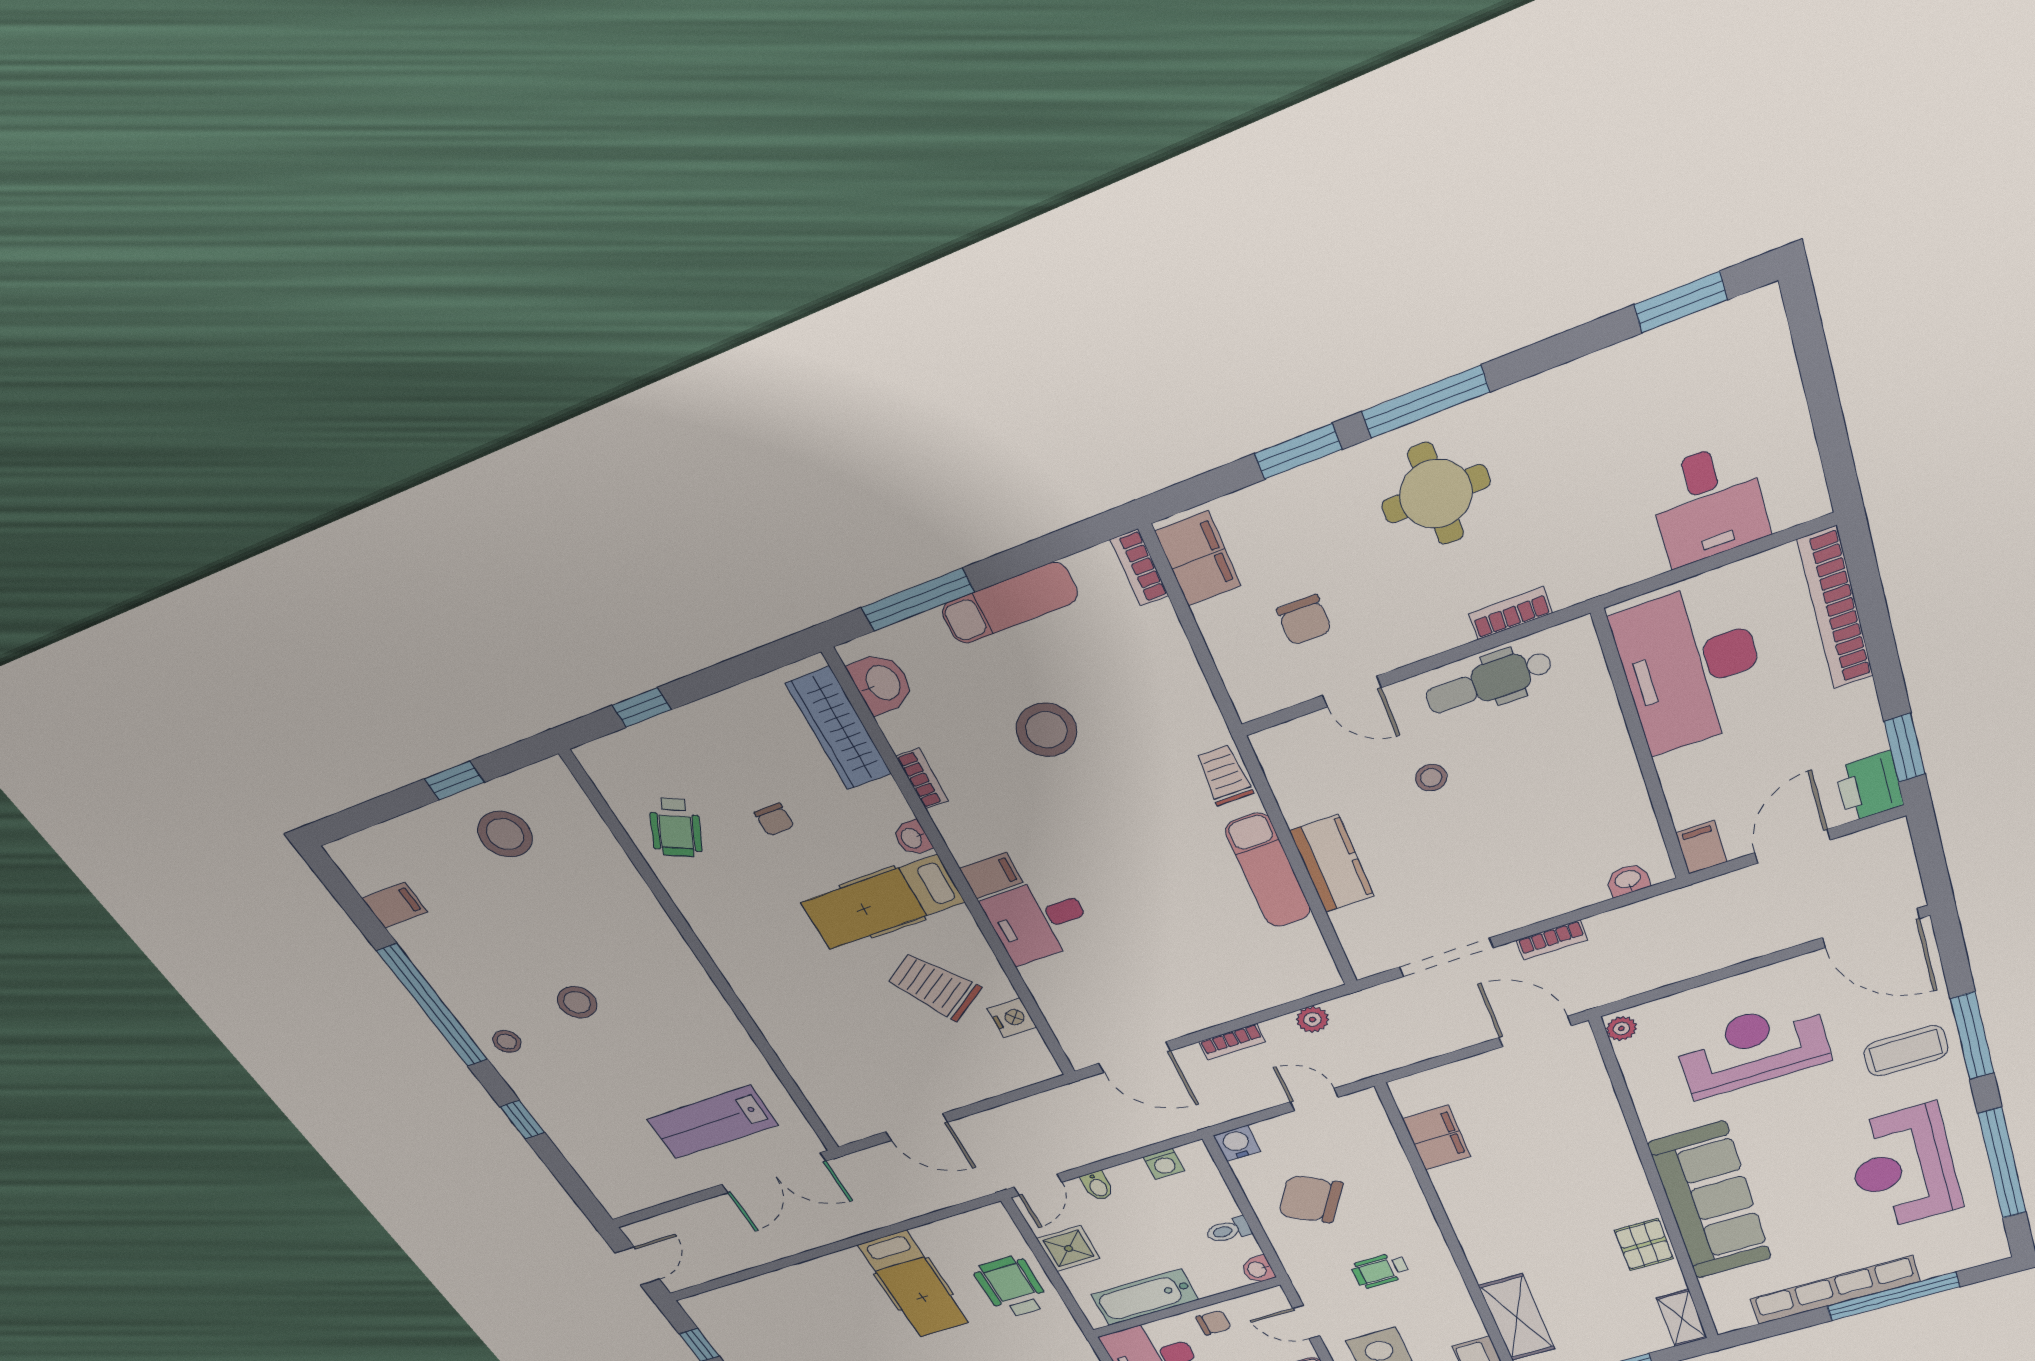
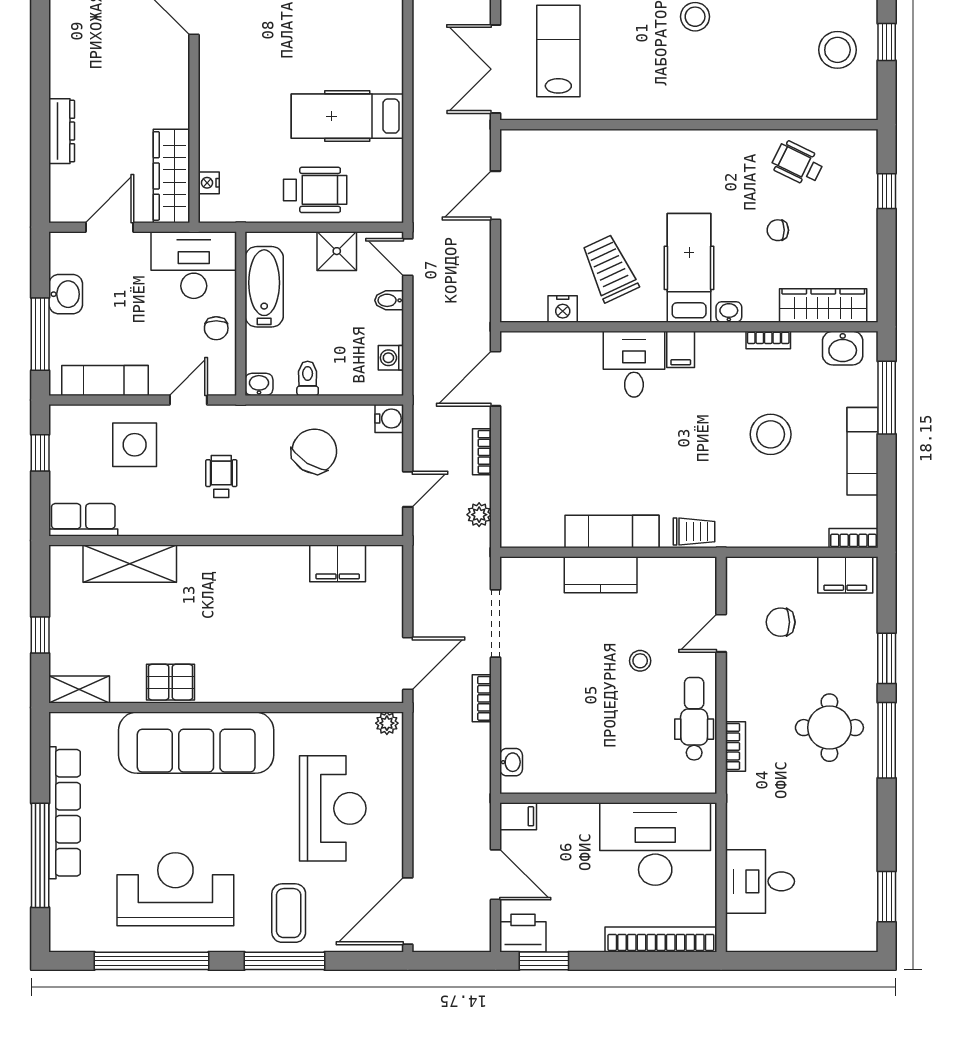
trolley: (934, 987) -> (610, 268), turned -81

